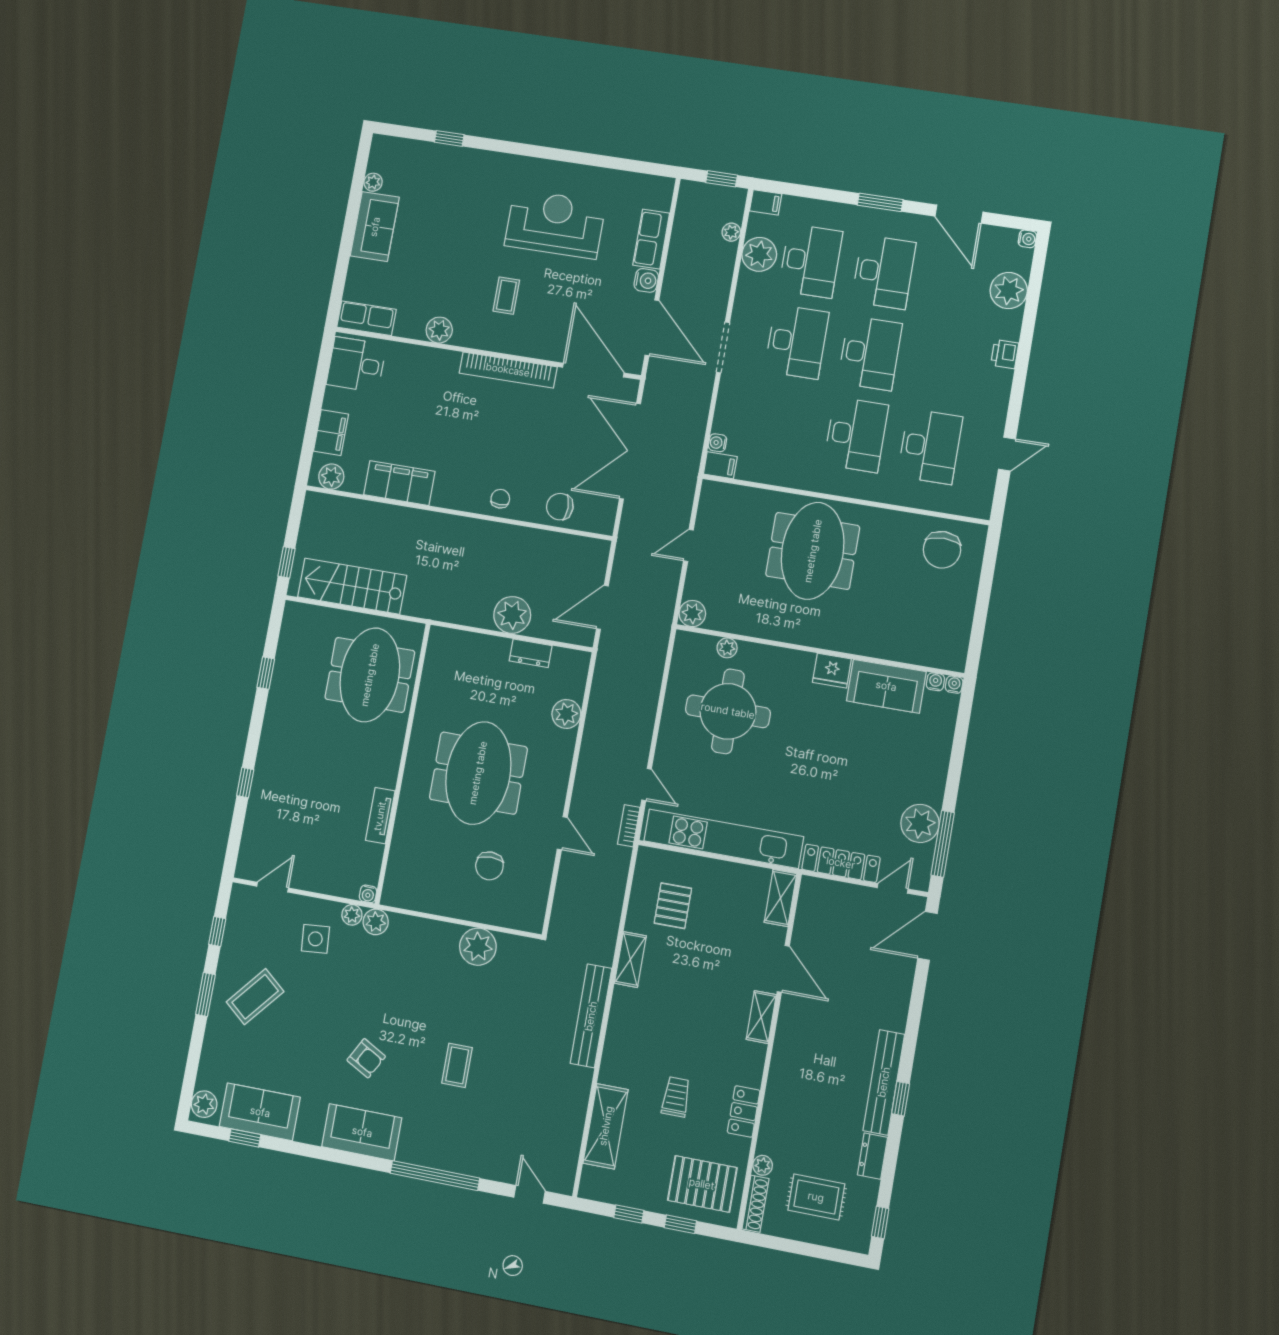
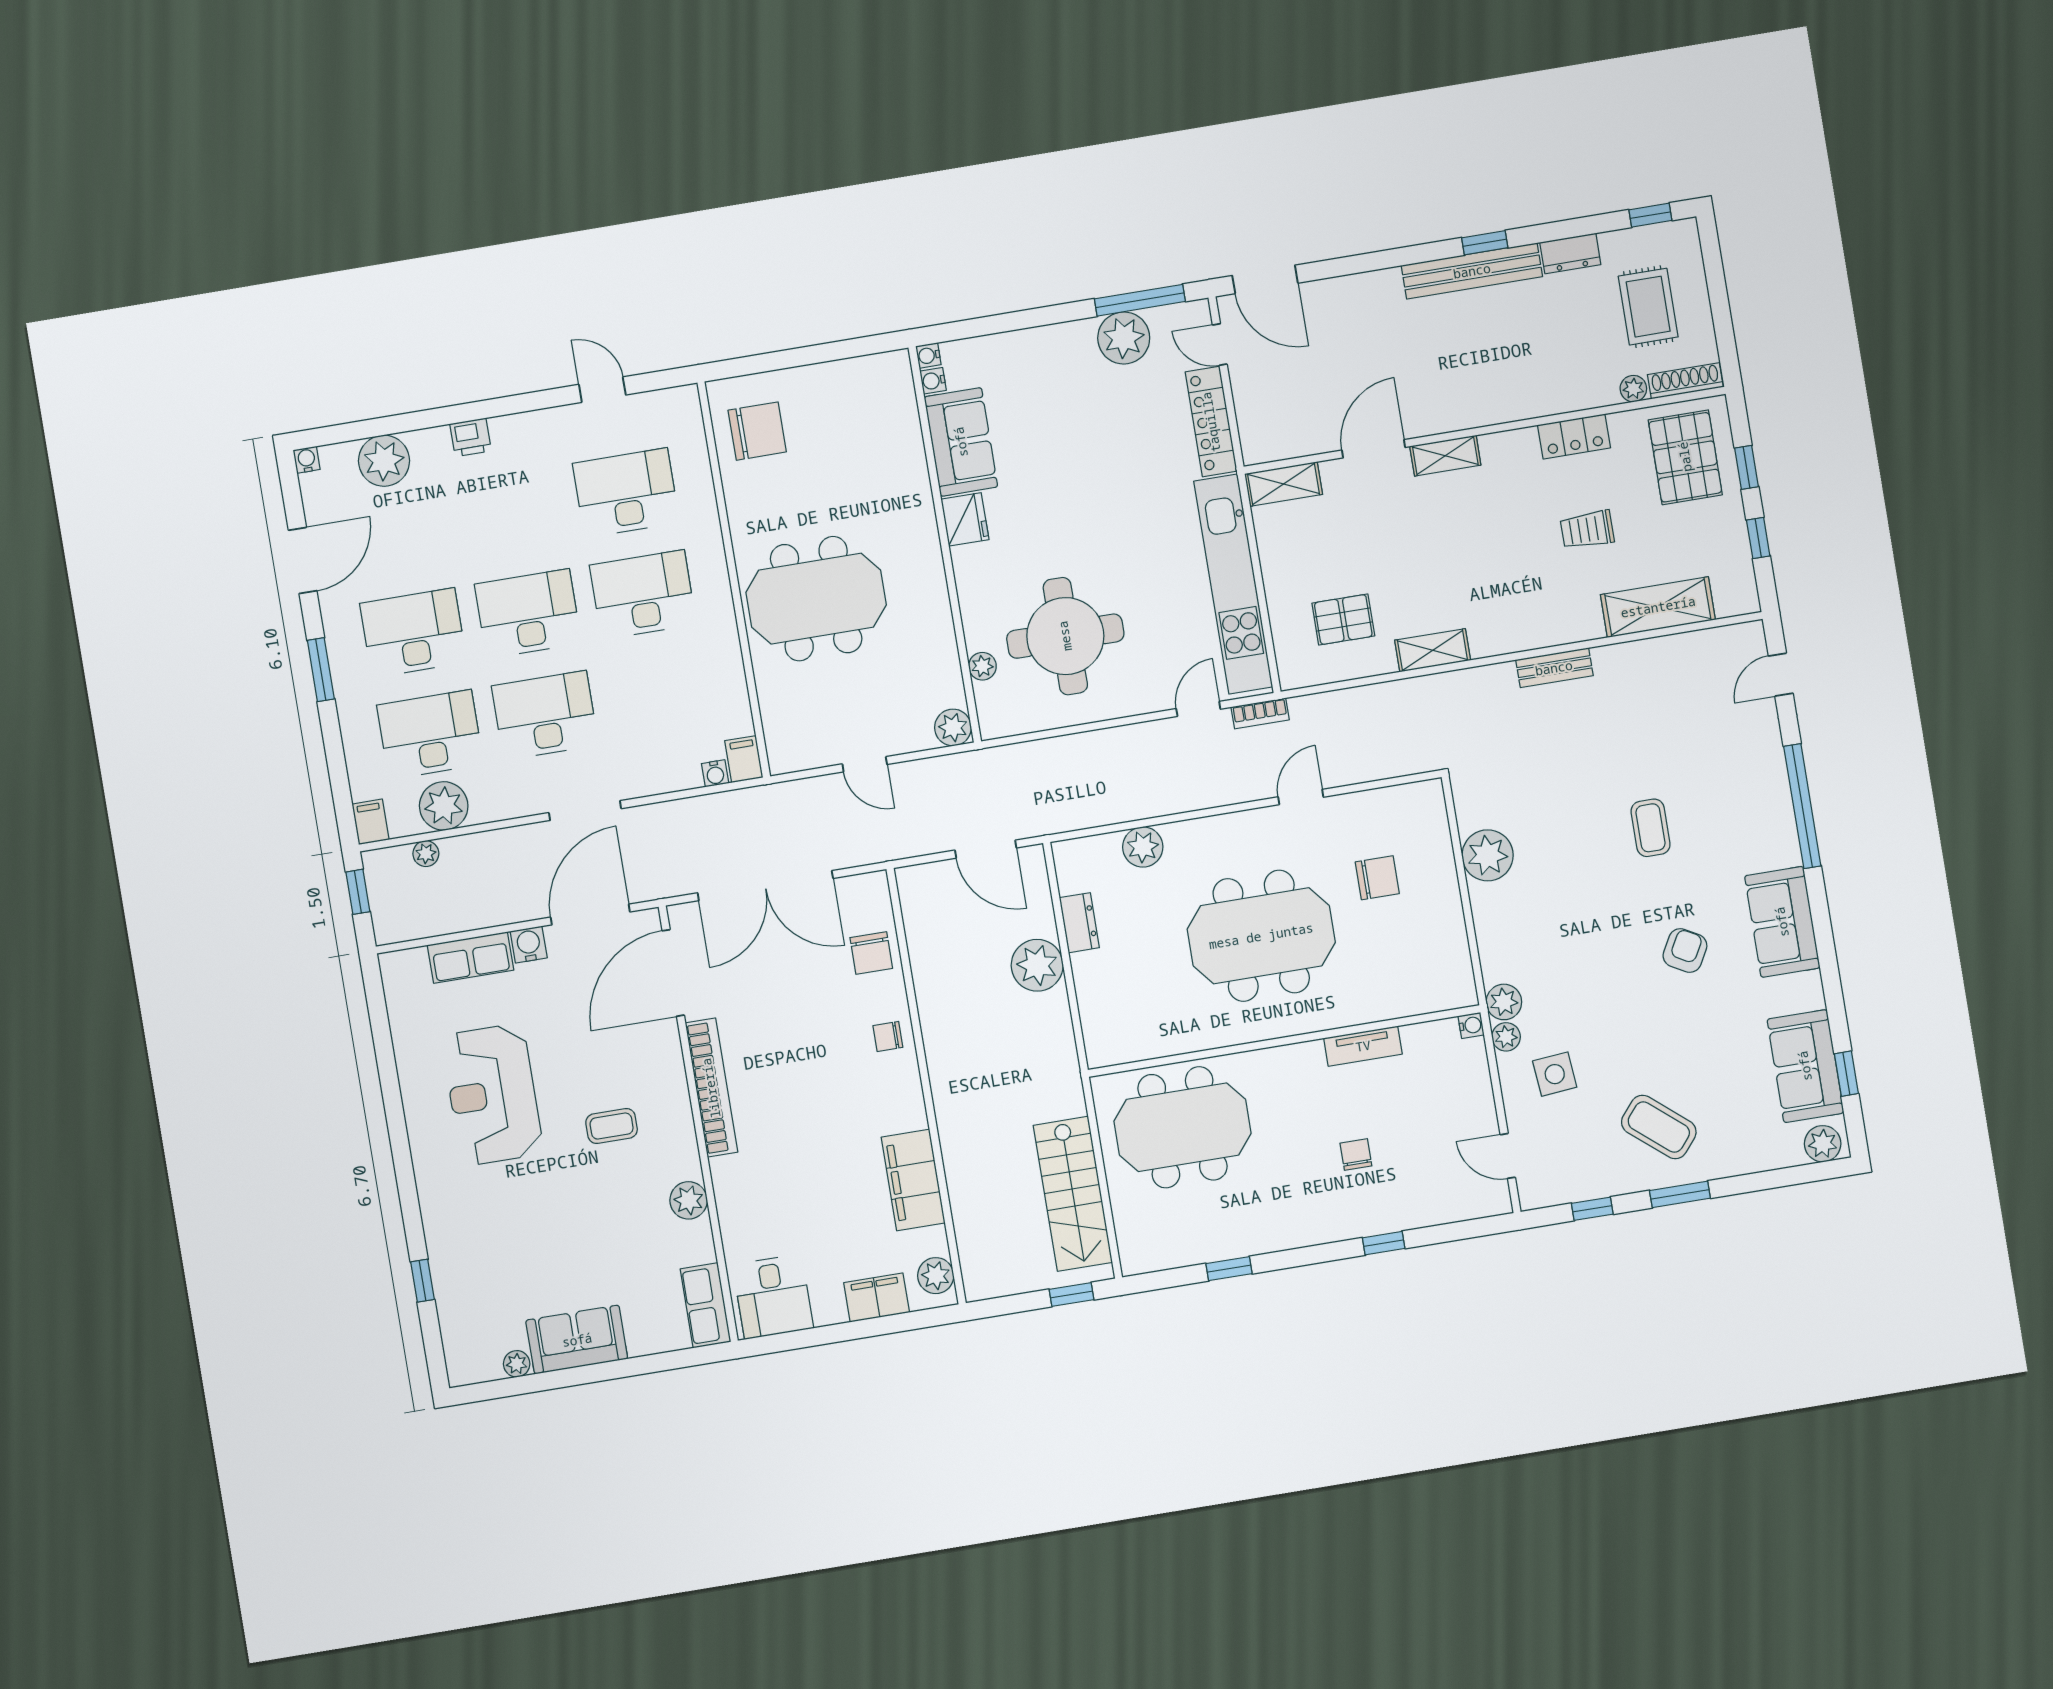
chair: (310, 785) -> (1356, 1154), added
bench: (591, 1016) -> (1554, 668), width x0.54, depth x0.82
coffee table: (457, 1065) -> (1651, 828), turned 90

